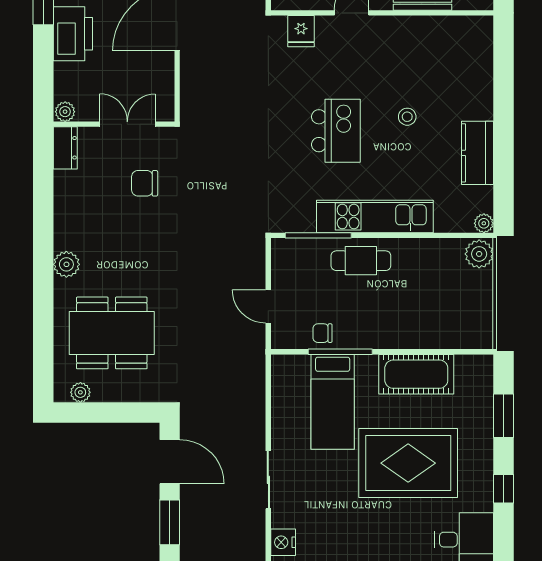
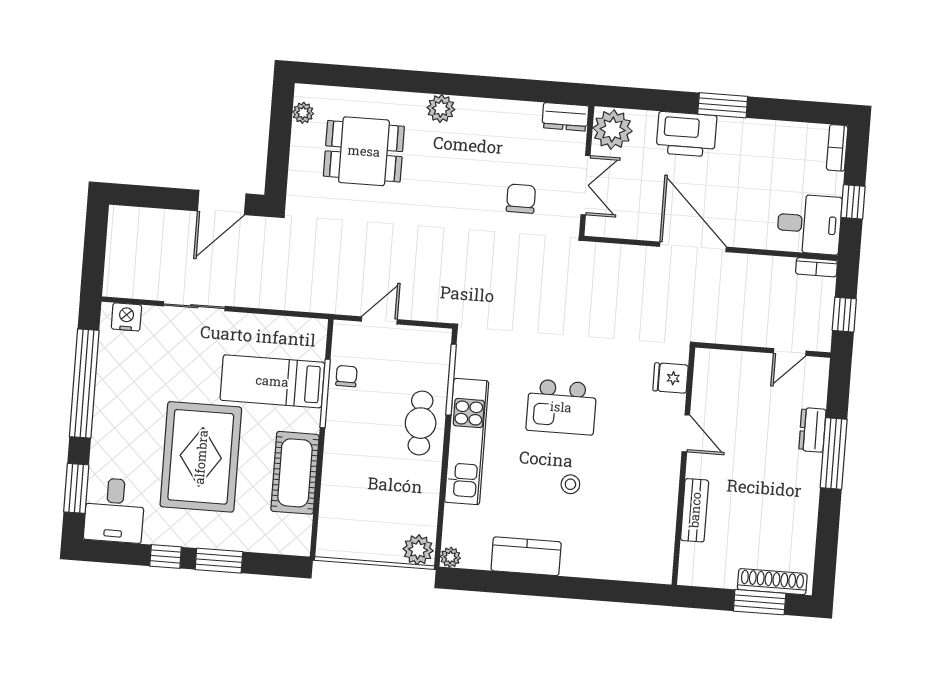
plant: (65, 112) -> (612, 130), width x1.88, depth x1.88
dining table: (112, 333) -> (364, 151), width x0.73
window: (503, 416) -> (219, 561), moved
window: (170, 522) -> (157, 197), removed

